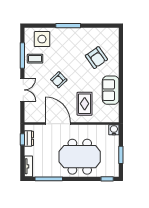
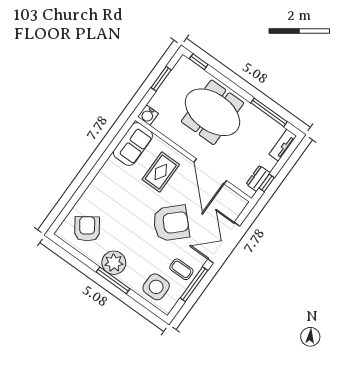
plant: (75, 36) -> (114, 263), added
armchair: (96, 58) -> (87, 229), moved
armchair: (59, 80) -> (171, 223), width x1.88, depth x1.88
double door: (22, 90) -> (224, 243), width x1.37
sofa: (111, 90) -> (133, 144), moved

